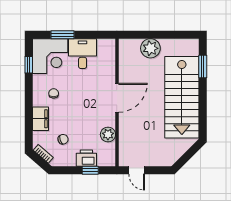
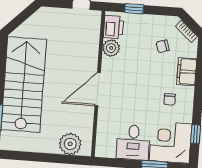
plant: (150, 48) -> (70, 144), moved
printer: (86, 158) -> (113, 27), moved, turned -90

